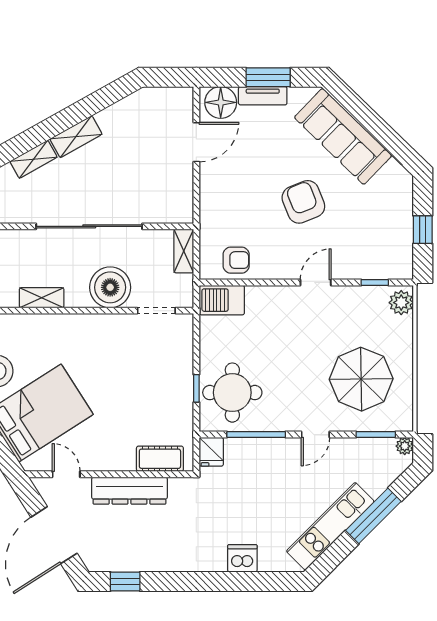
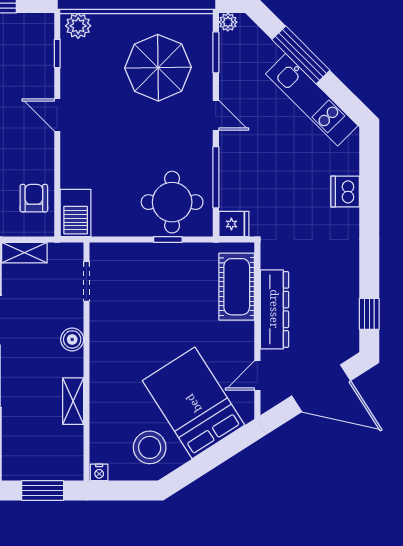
boiler: (110, 287) -> (72, 339), width x0.54, depth x0.54
cot: (160, 459) -> (237, 287), width x1.37, depth x1.34

